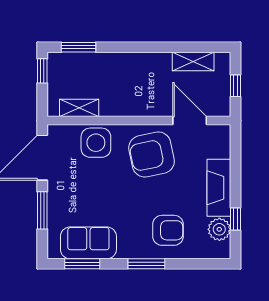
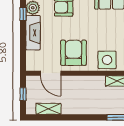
armchair: (152, 154) -> (74, 53), turned -78

